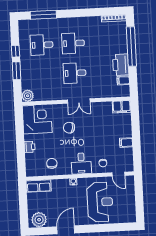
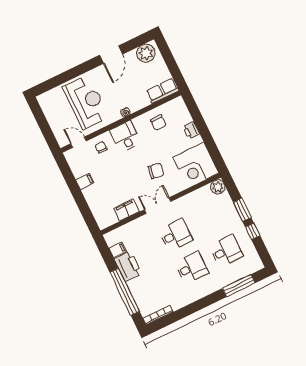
filing cabinet: (122, 107) -> (126, 210), moved
reception desk: (100, 202) -> (86, 102), turned 180

